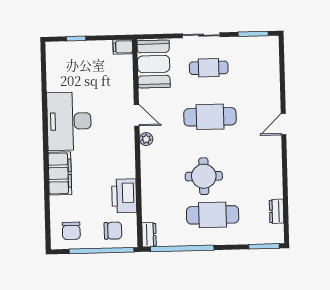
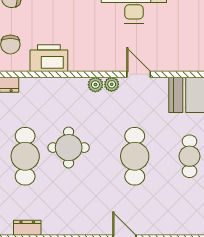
door: (137, 115) -> (139, 74), swing flipped
plant: (147, 154) -> (95, 85), added

